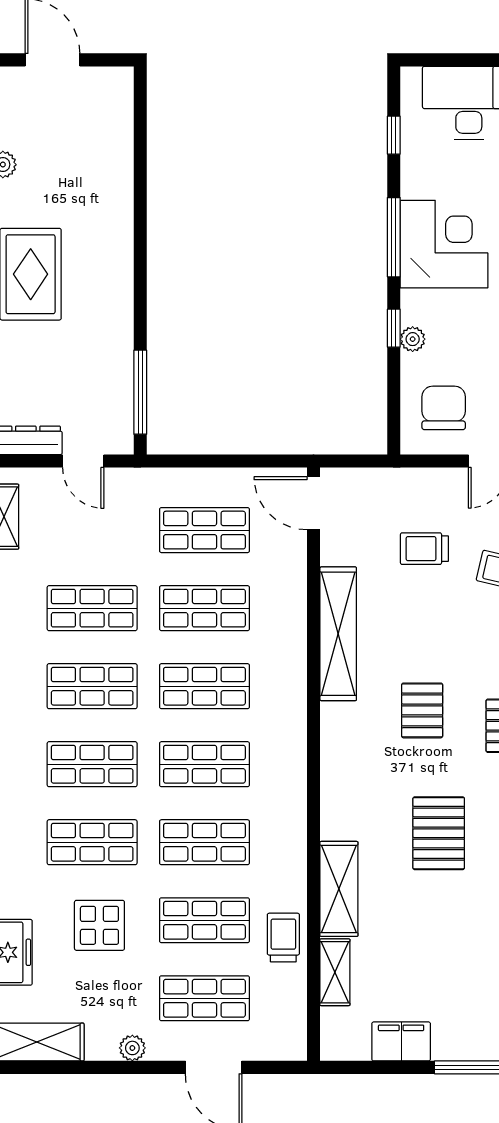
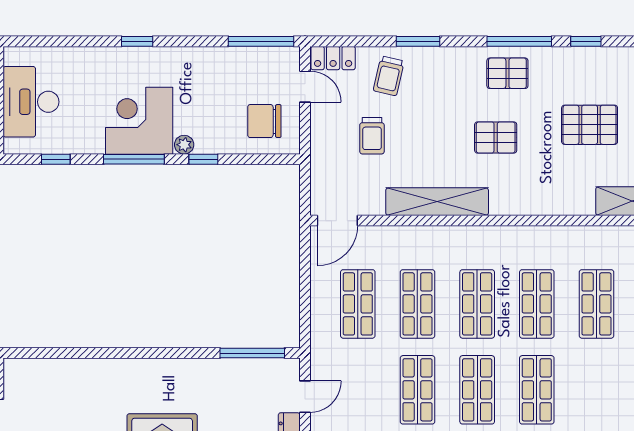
plant: (413, 339) -> (184, 145), moved
shop shelf: (92, 842) -> (596, 390), removed

